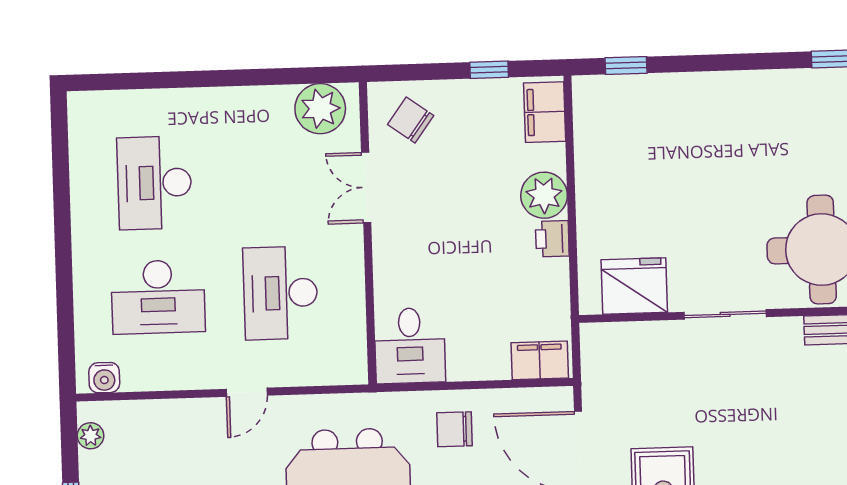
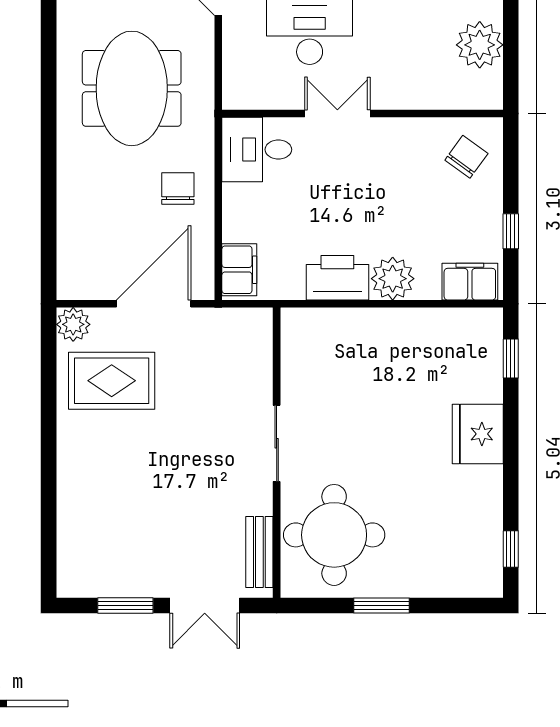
plant: (320, 109) -> (480, 45), moved
double door: (366, 188) -> (337, 114), moved
printer: (552, 239) -> (337, 278), width x1.87, depth x1.48
fridge: (634, 286) -> (478, 434), moved, turned 180

